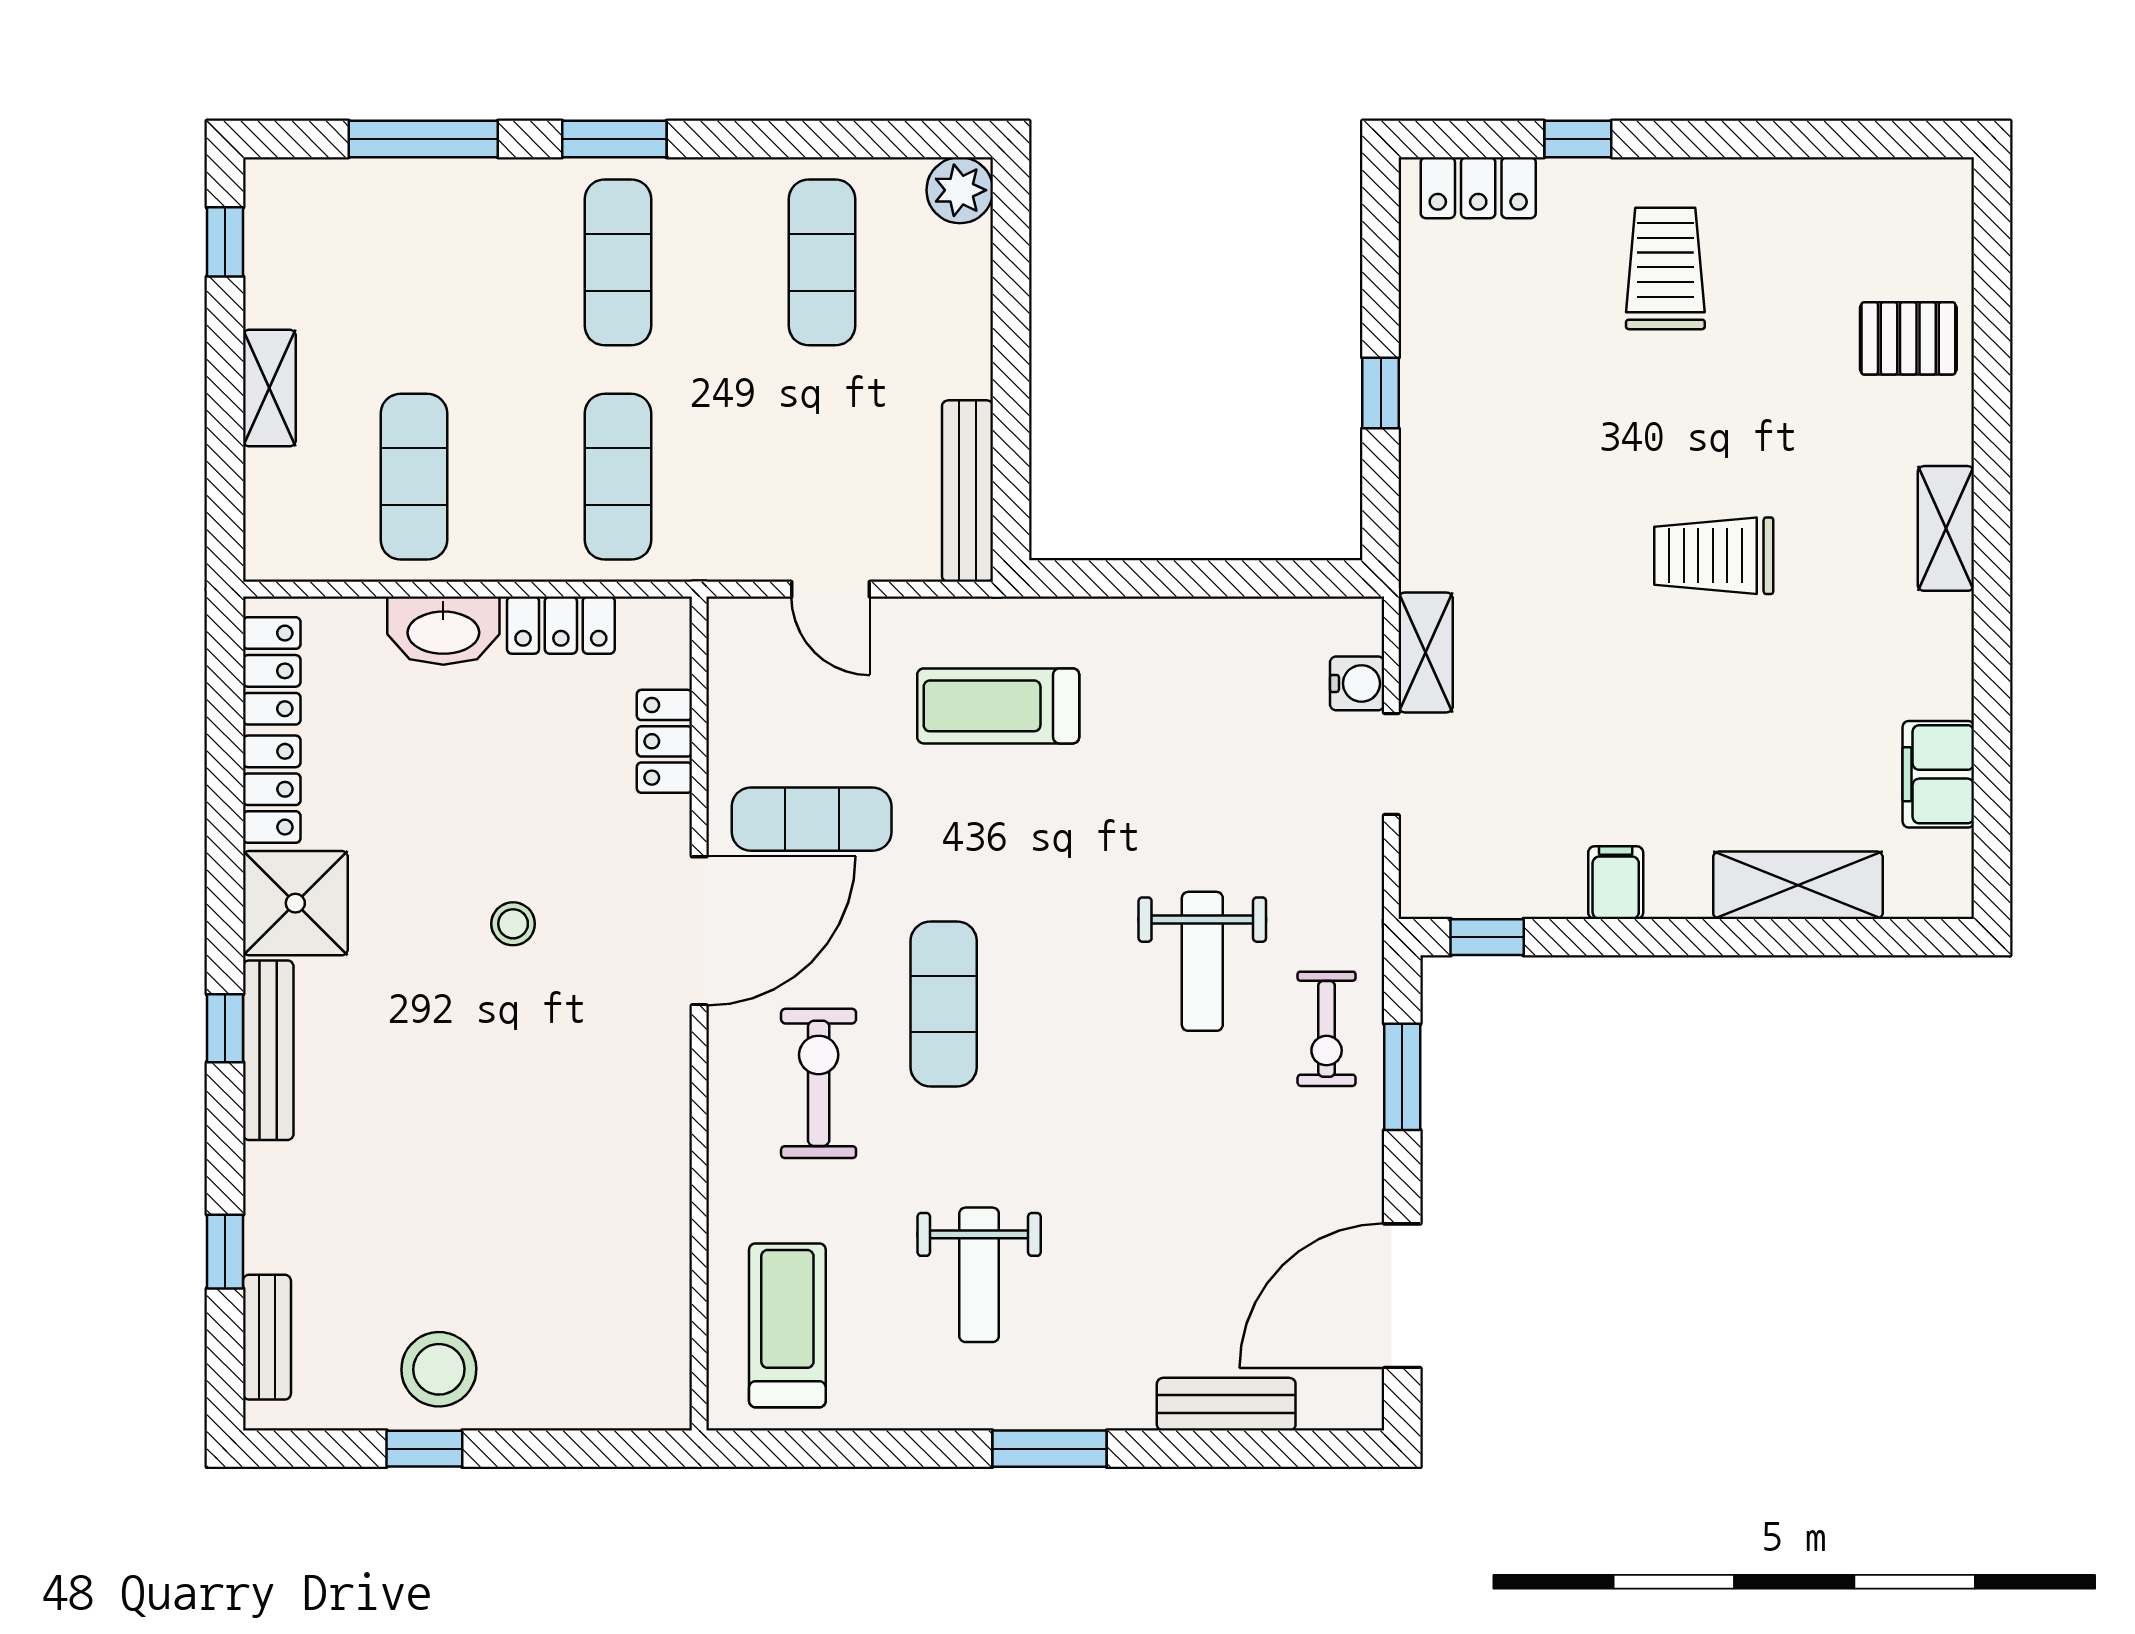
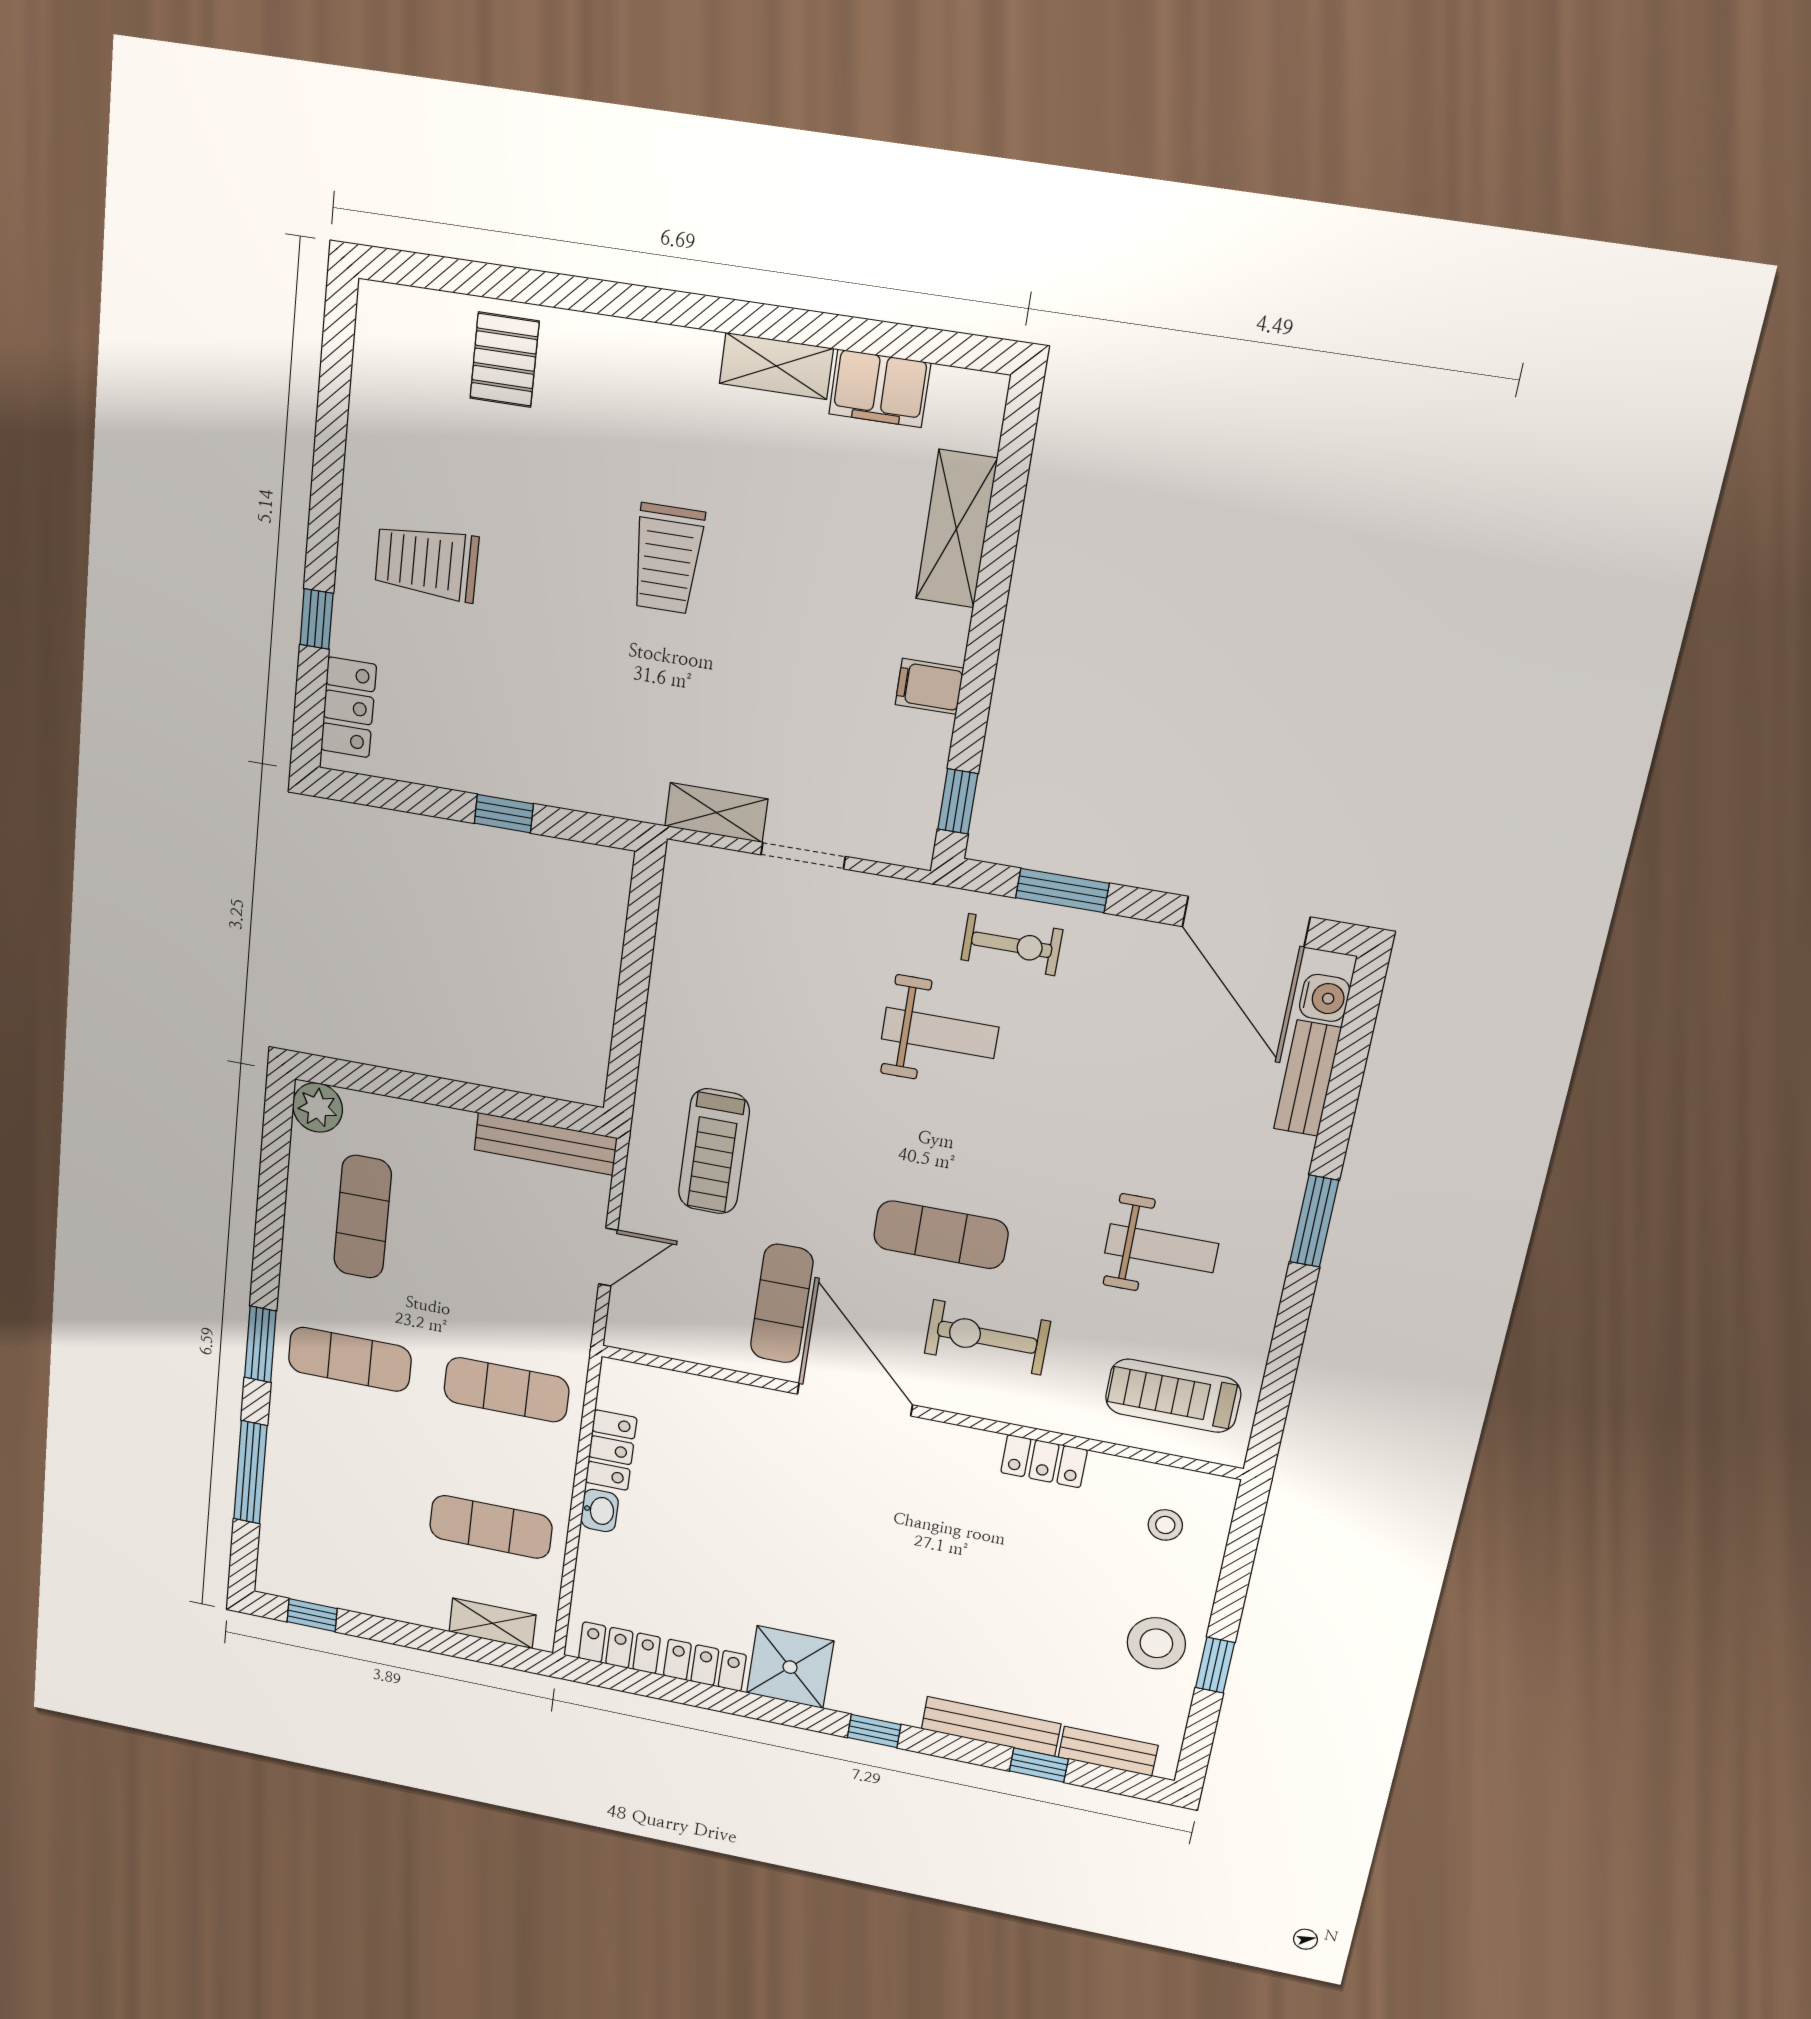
exercise mat: (822, 262) -> (363, 1217), turned 90
shelving: (269, 388) -> (492, 1623), moved
shelving: (1946, 528) -> (776, 366), moved
washbasin: (443, 631) -> (600, 1510), width x0.52, depth x0.69
water cooler: (1357, 683) -> (1324, 998), moved, turned 90
locker: (664, 741) -> (1044, 1461), moved
stool: (513, 924) -> (1165, 1525), moved
bench: (268, 1050) -> (991, 1726), moved

